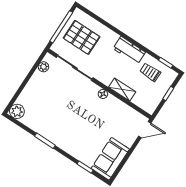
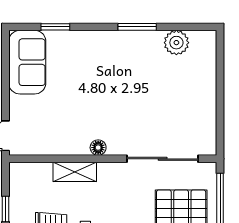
plant: (43, 67) -> (208, 131), removed
plant: (17, 111) -> (176, 43), moved

